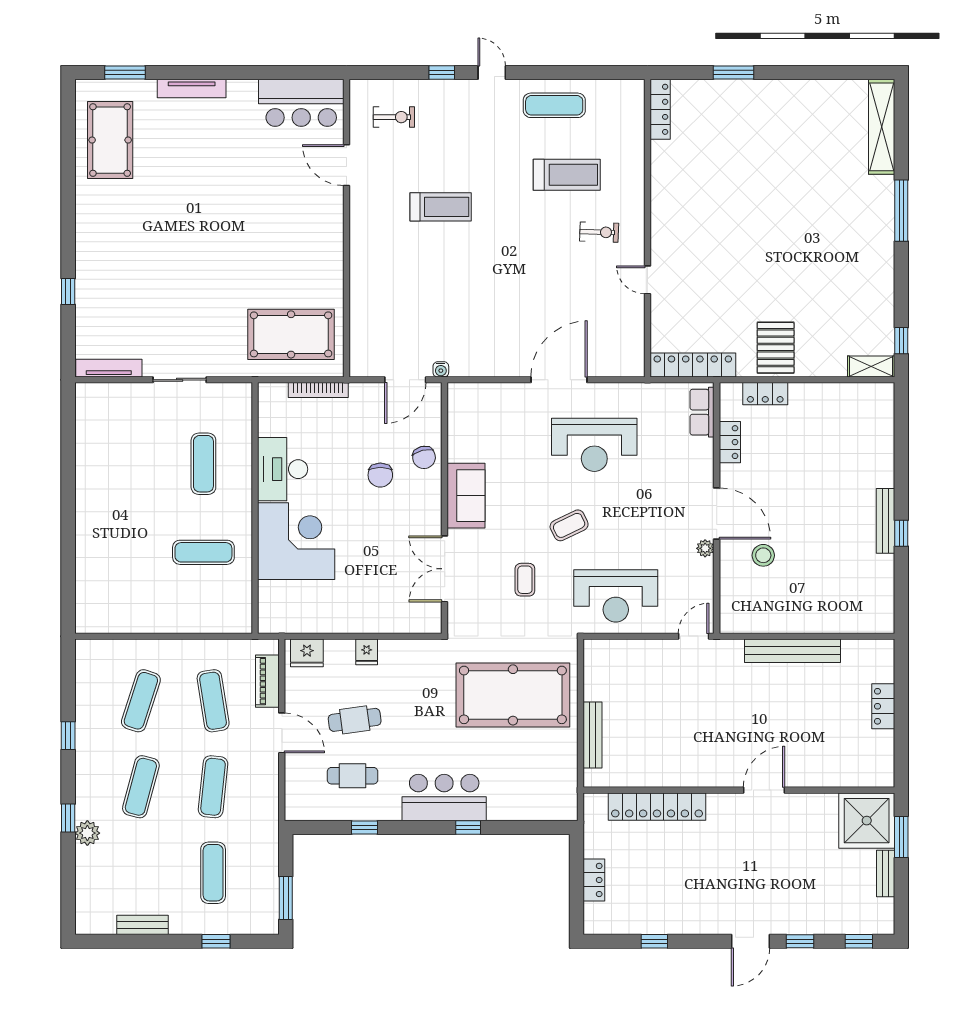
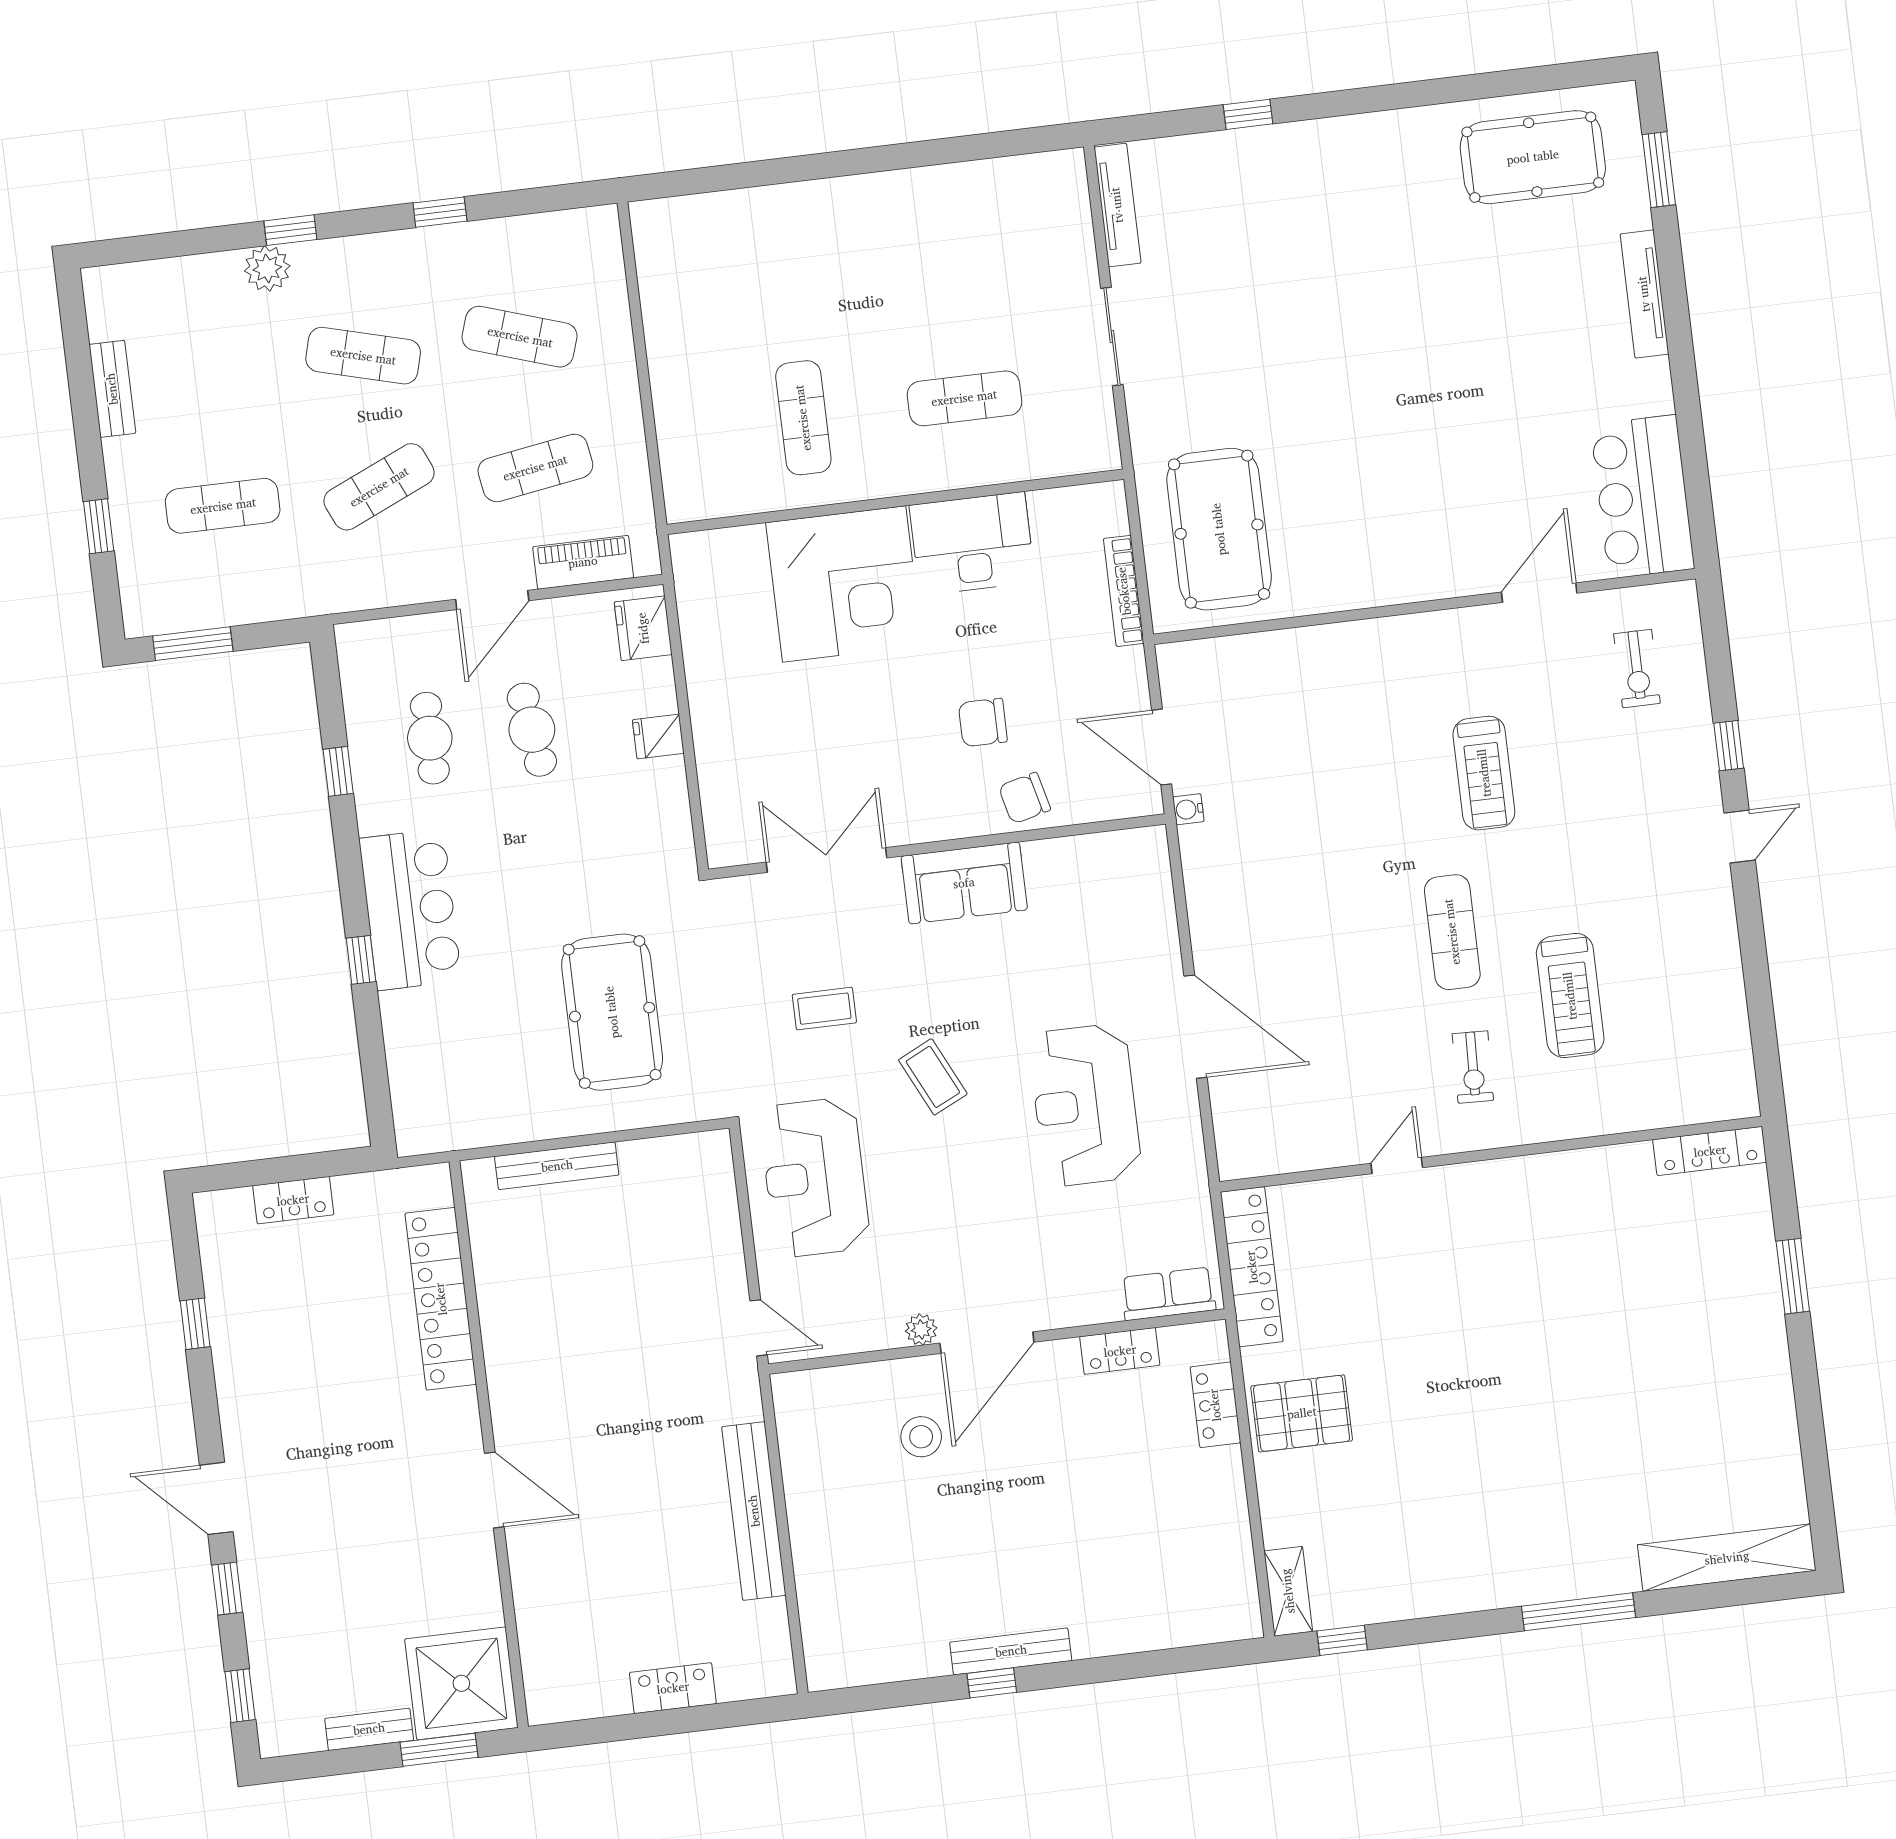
exercise mat: (554, 105) -> (1452, 932), moved
pool table: (513, 695) -> (612, 1012), width x0.73, depth x0.76
exercise mat: (213, 787) -> (379, 487), turned -30

